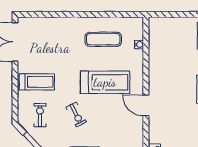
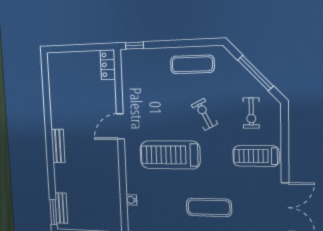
exercise mat: (103, 39) -> (209, 207), moved
door: (146, 105) -> (120, 126), swing flipped

